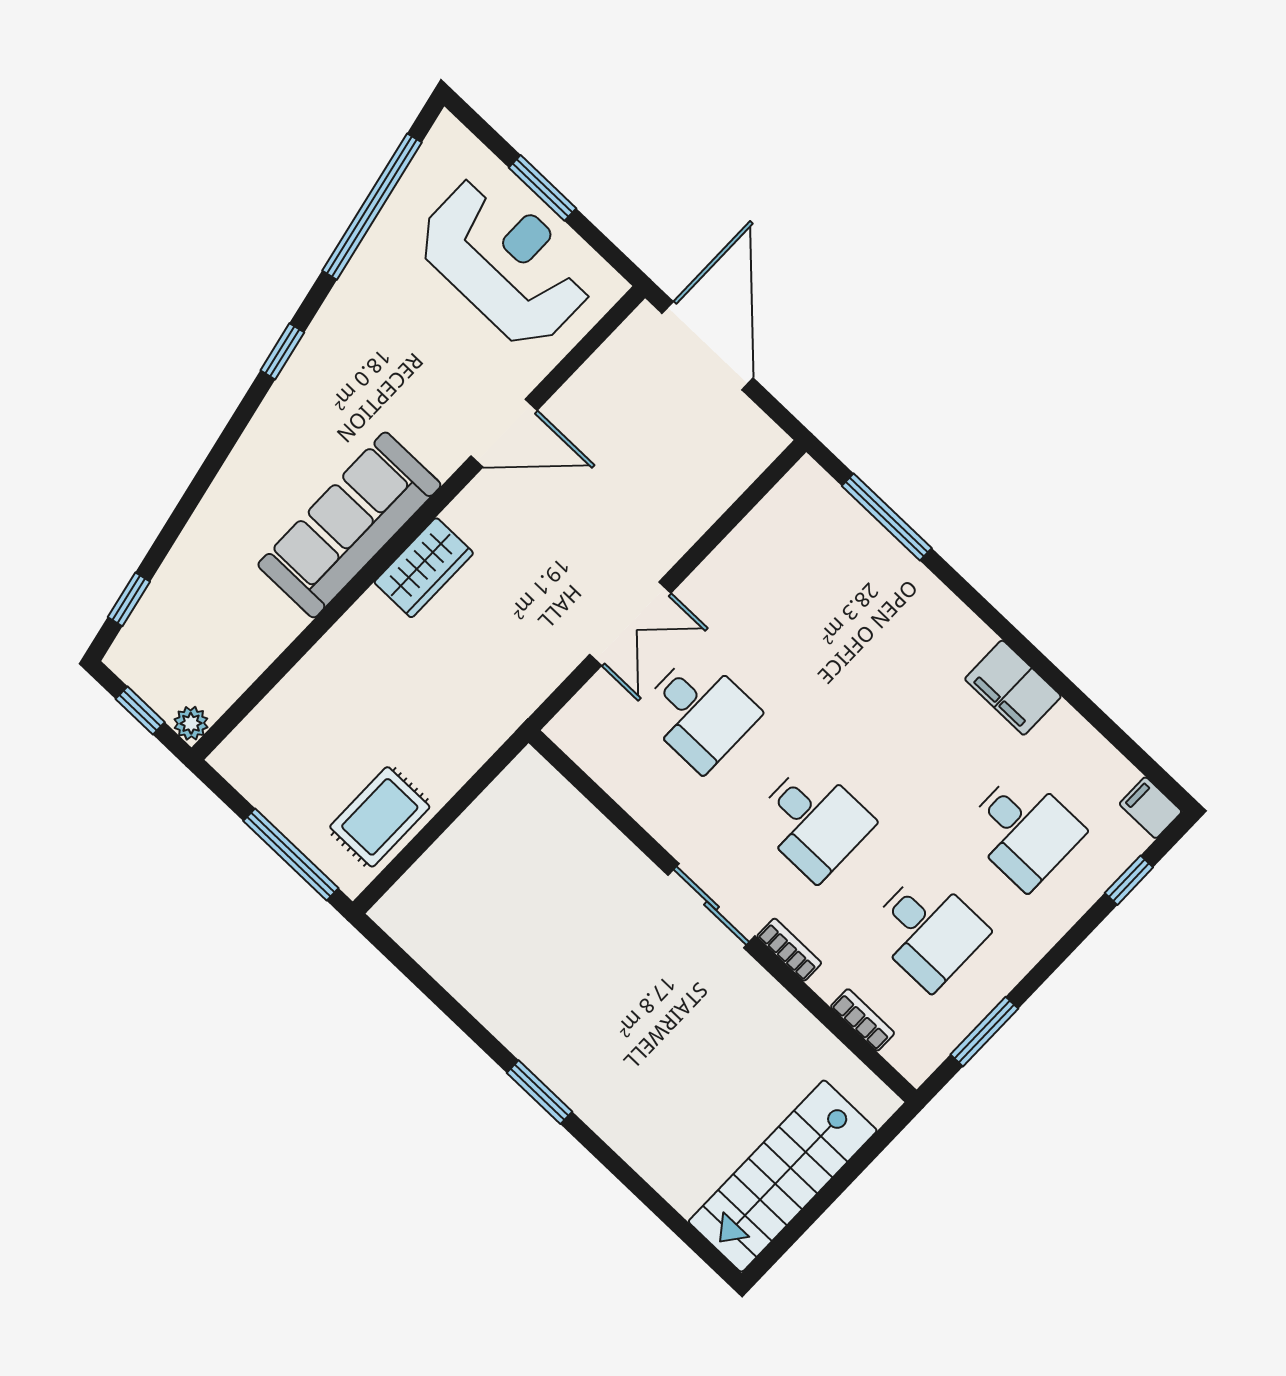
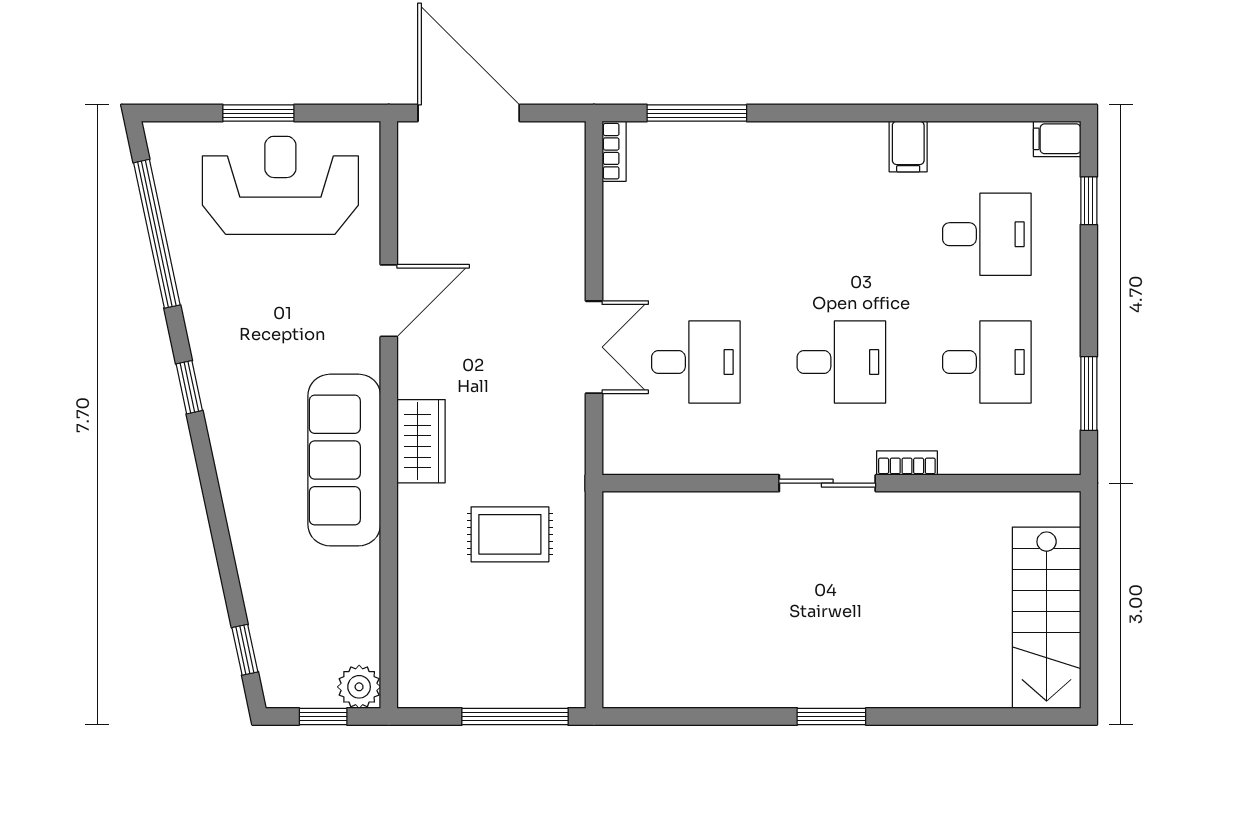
filing cabinet: (1013, 688) -> (908, 146), width x0.50
plant: (191, 723) -> (359, 687), width x1.38, depth x1.38
rug: (380, 817) -> (510, 534), moved, turned 90
bookcase: (863, 1020) -> (614, 151), moved, turned 90

